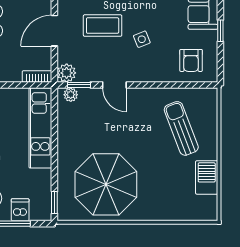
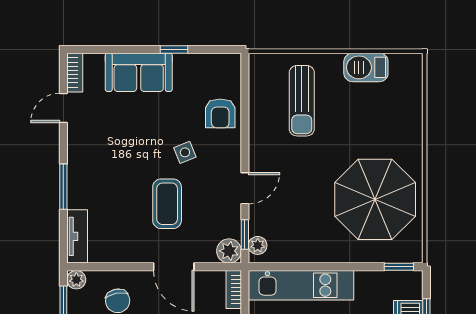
armchair: (191, 60) -> (220, 113), moved, turned 90
sun lounger: (181, 128) -> (302, 101), turned -69

